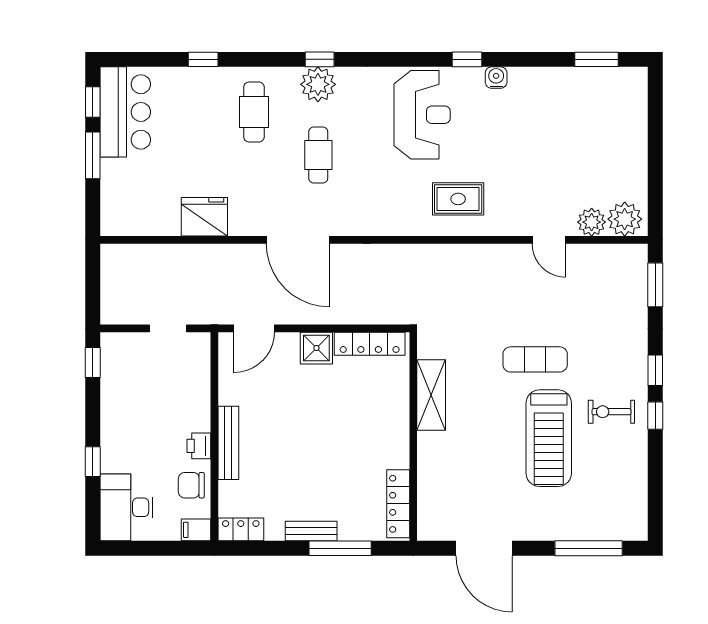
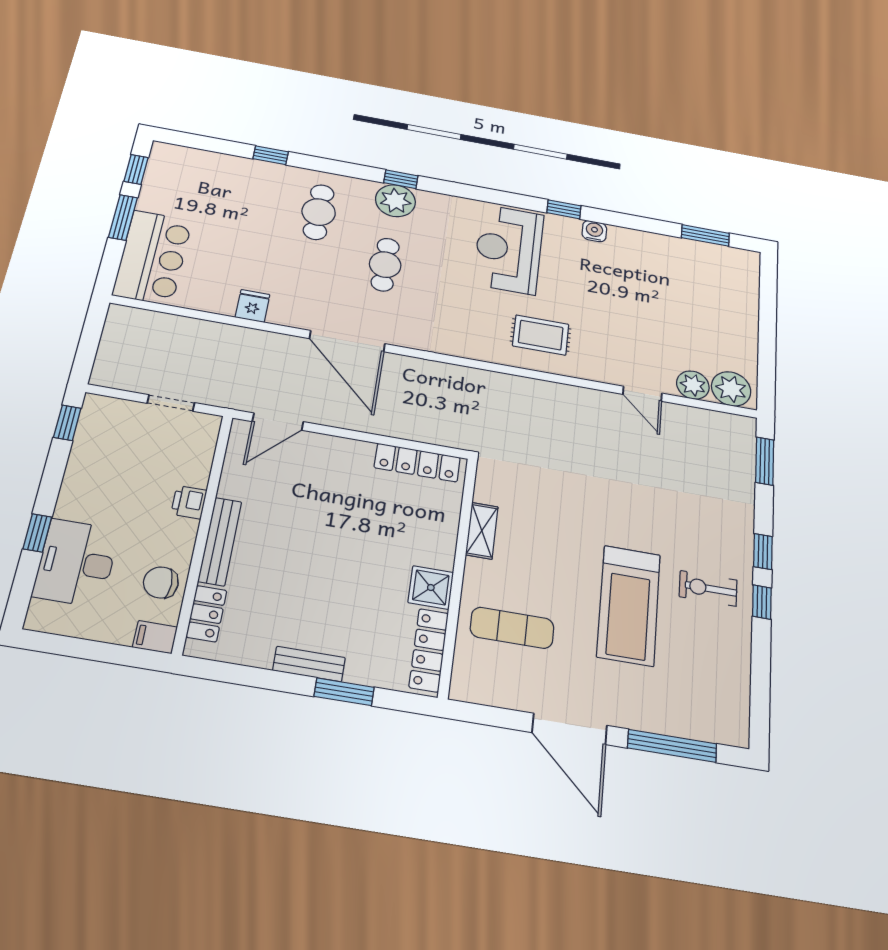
bar counter: (125, 112) -> (153, 257), moved
reception desk: (422, 115) -> (509, 249), turned 180
fridge: (204, 217) -> (253, 306), width x0.53, depth x0.75
shower: (316, 348) -> (431, 587), moved
exercise mat: (535, 359) -> (512, 628), moved
shelving: (431, 395) -> (482, 531), width x0.67, depth x0.75
printer: (199, 446) -> (189, 502), moved
desk: (126, 507) -> (76, 563), moved
locker: (241, 529) -> (207, 614), moved, turned 90
window: (340, 548) -> (344, 692), width x0.69
door: (484, 548) -> (570, 729), moved

